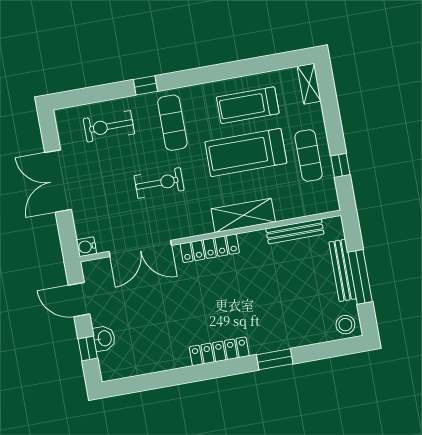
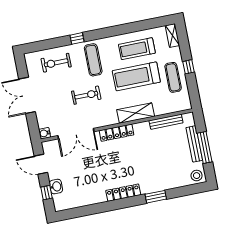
window: (340, 165) -> (188, 67), moved

